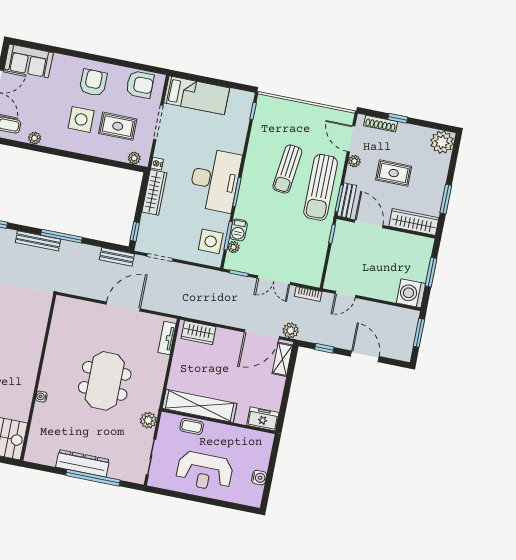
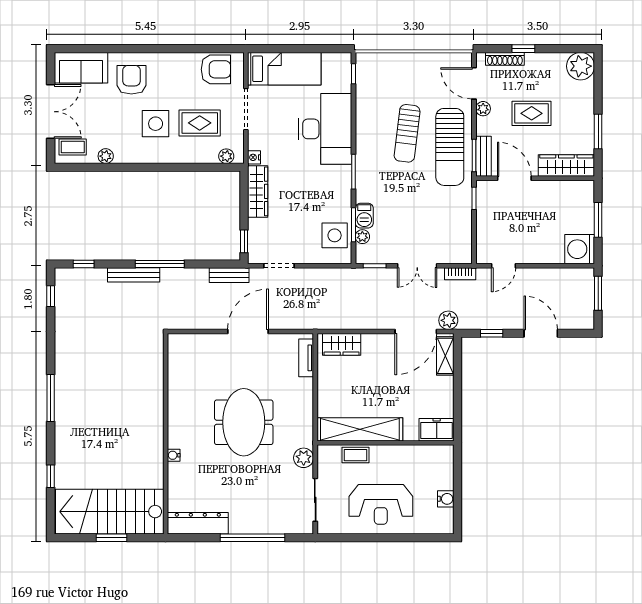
armchair: (93, 83) -> (131, 80), moved
desk: (215, 180) -> (325, 129), moved
dresser: (83, 463) -> (198, 523), moved

